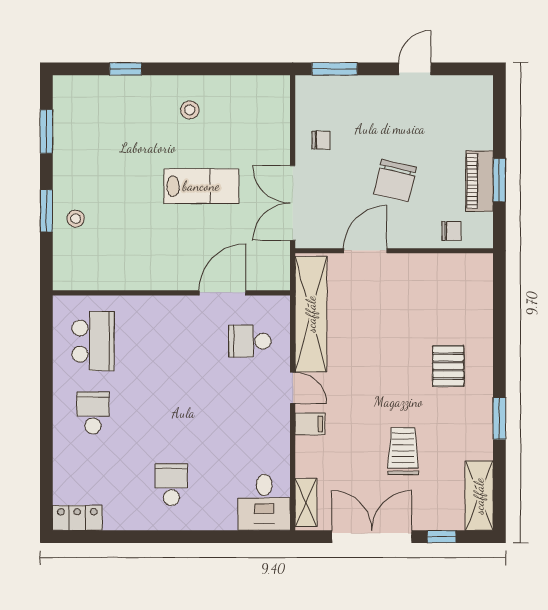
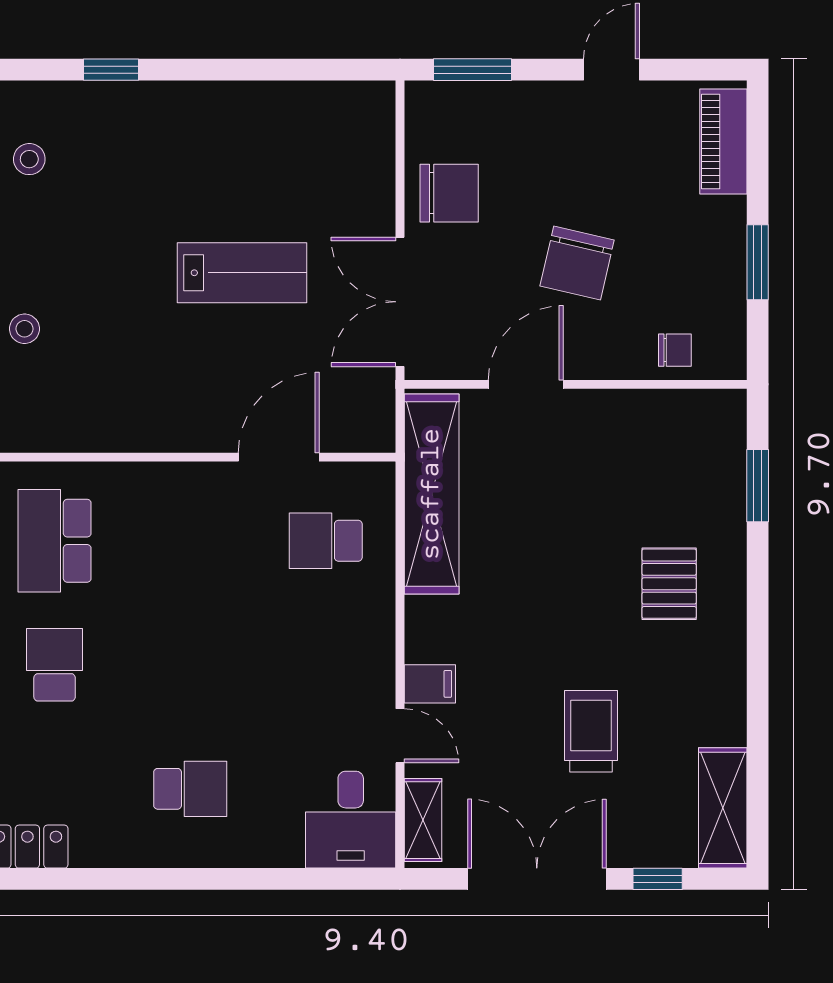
stool: (190, 110) -> (29, 159), moved
chair: (321, 140) -> (449, 193), width x1.87, depth x1.87
piano: (480, 181) -> (723, 142), moved
school desk: (93, 341) -> (55, 541), turned 180
door: (293, 388) -> (400, 736), moved
window: (499, 418) -> (758, 486), moved
school desk: (171, 485) -> (190, 789), turned 90

